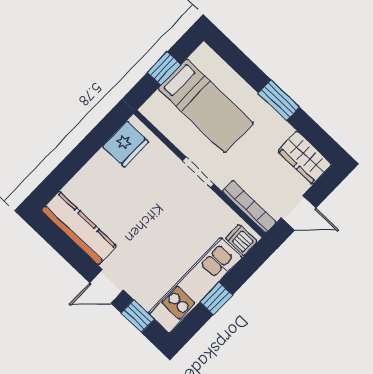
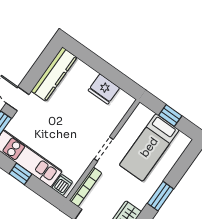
fridge: (126, 144) -> (104, 89), moved

